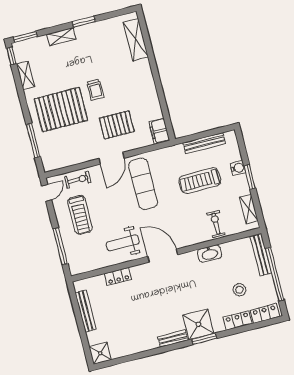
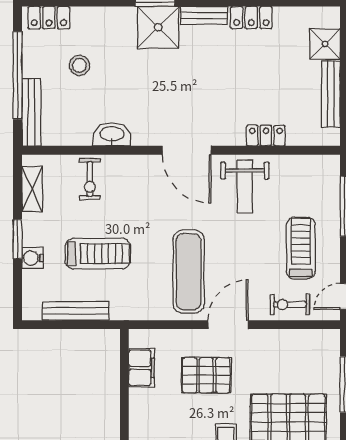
filing cabinet: (159, 131) -> (142, 368), moved
weight bench: (123, 243) -> (245, 187), turned 90
locker: (238, 320) -> (251, 18), moved
shower: (100, 353) -> (325, 44), moved

